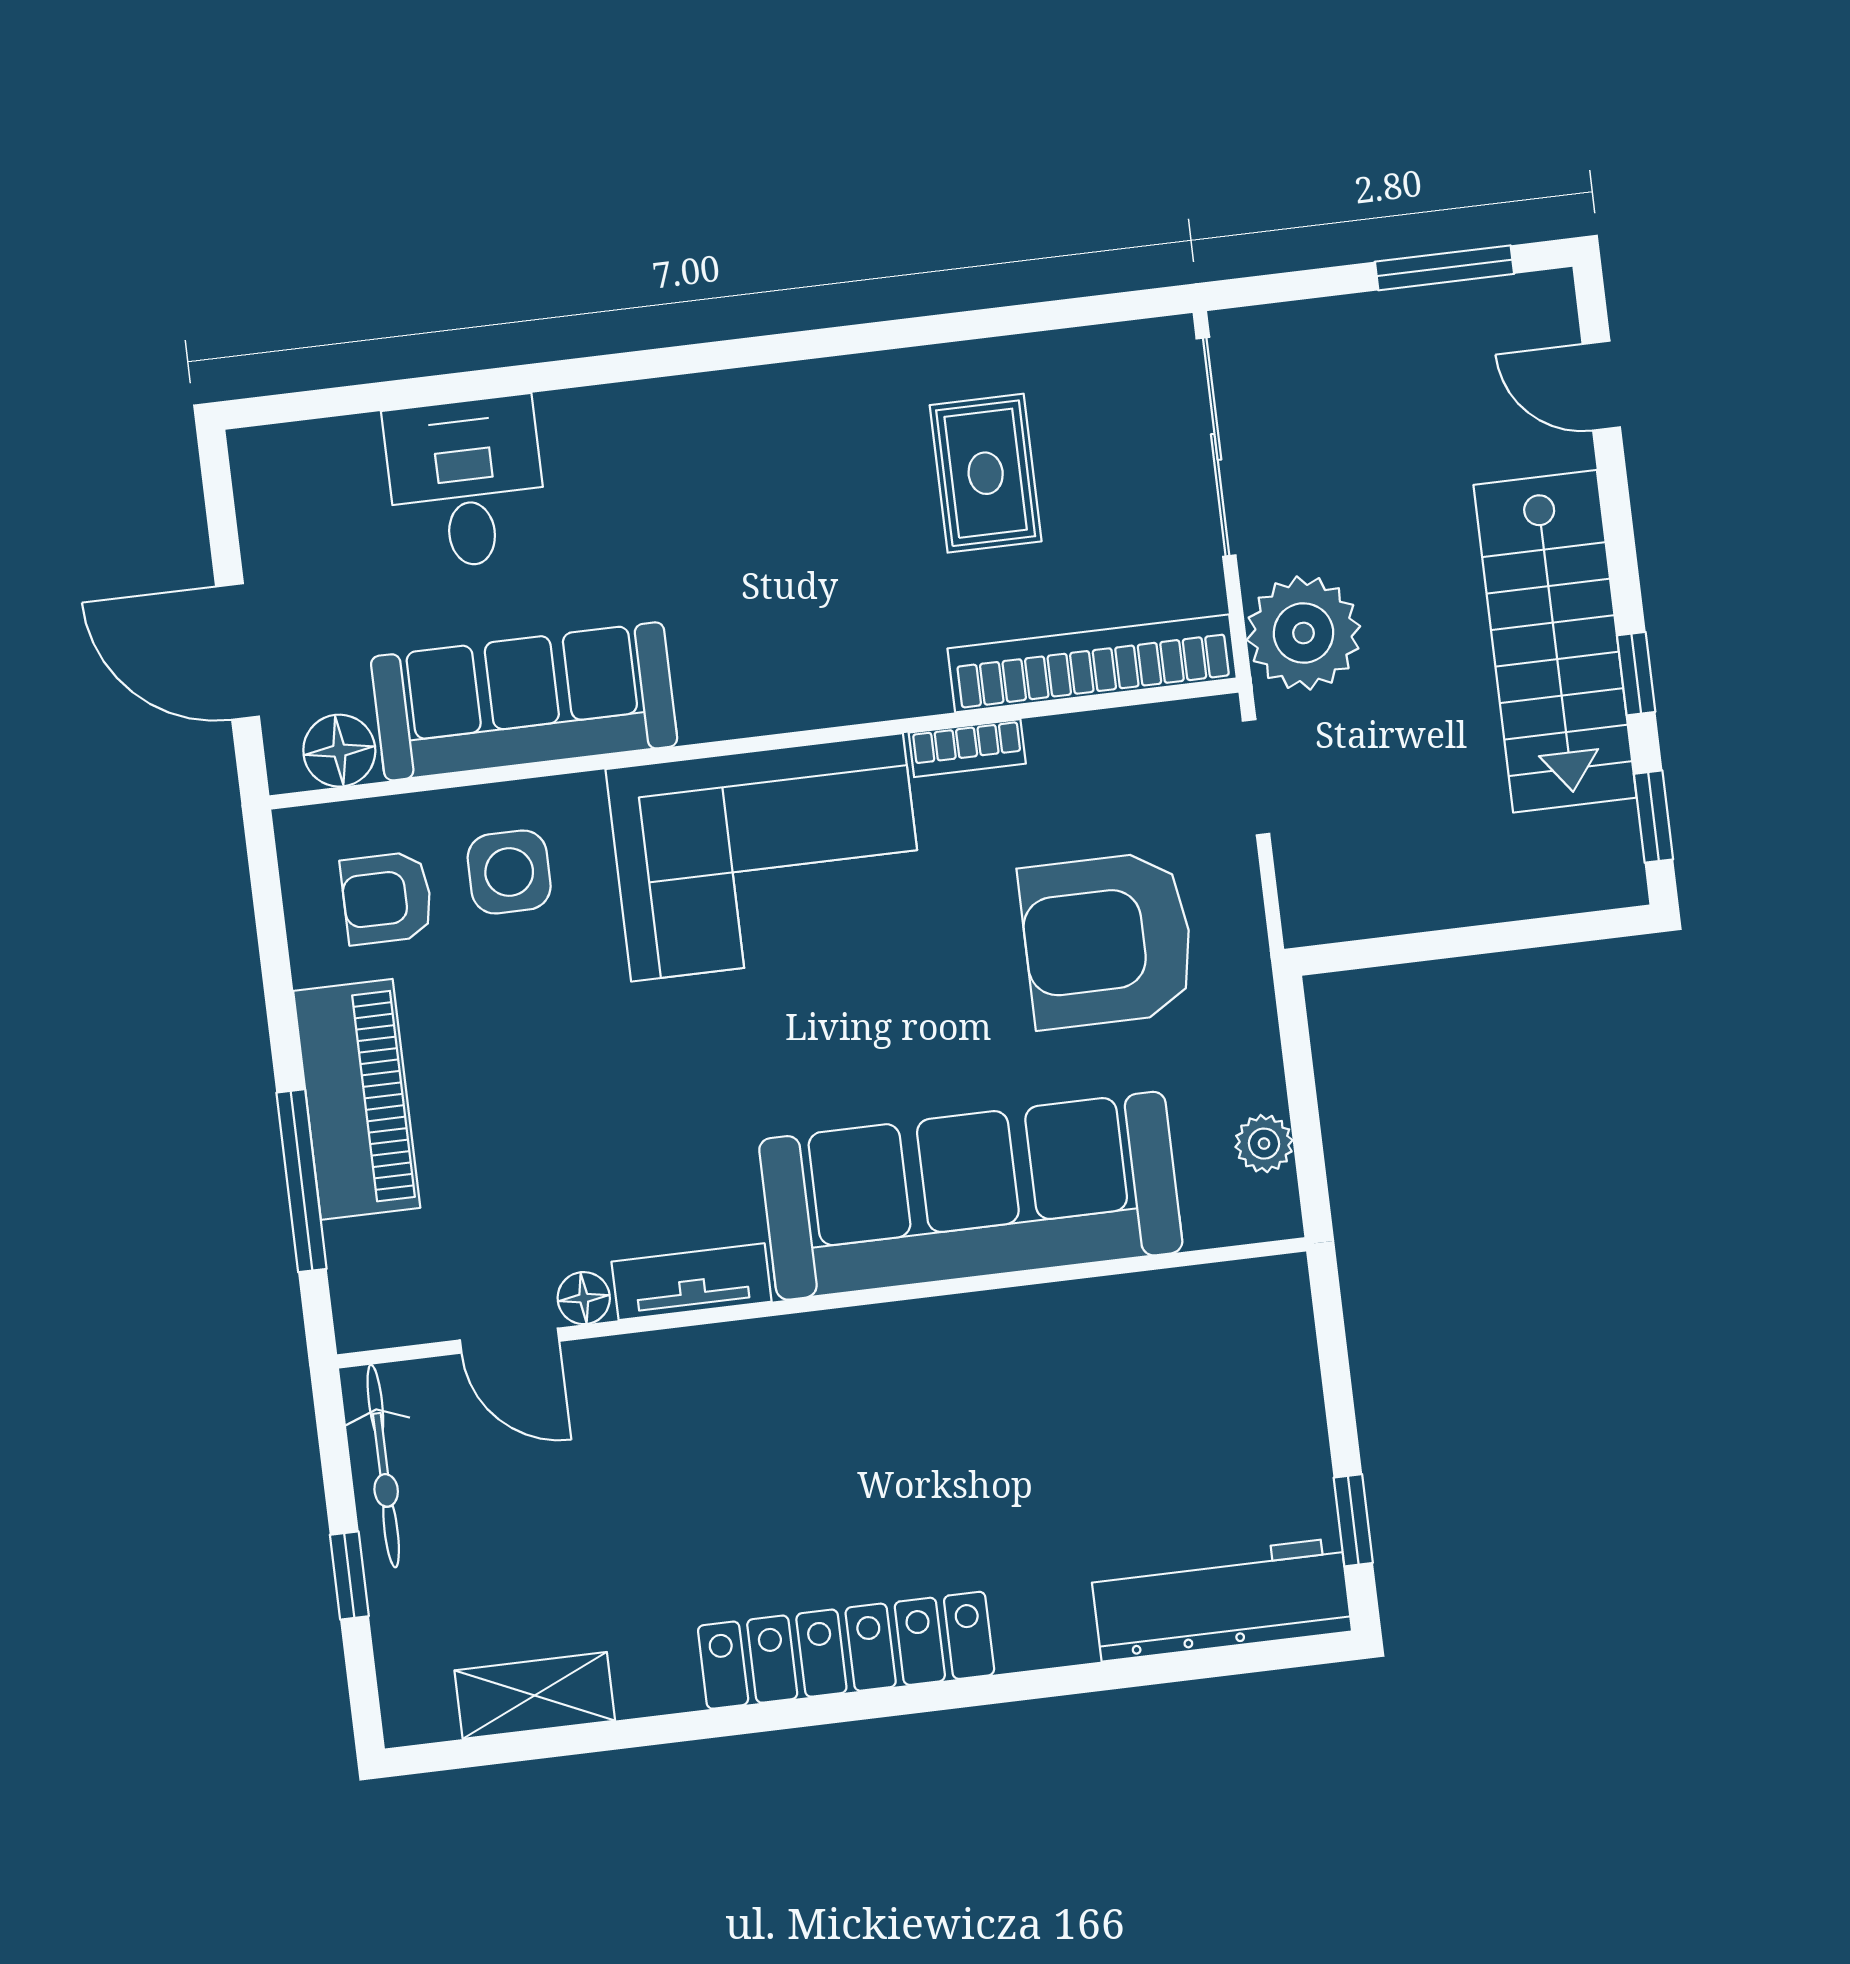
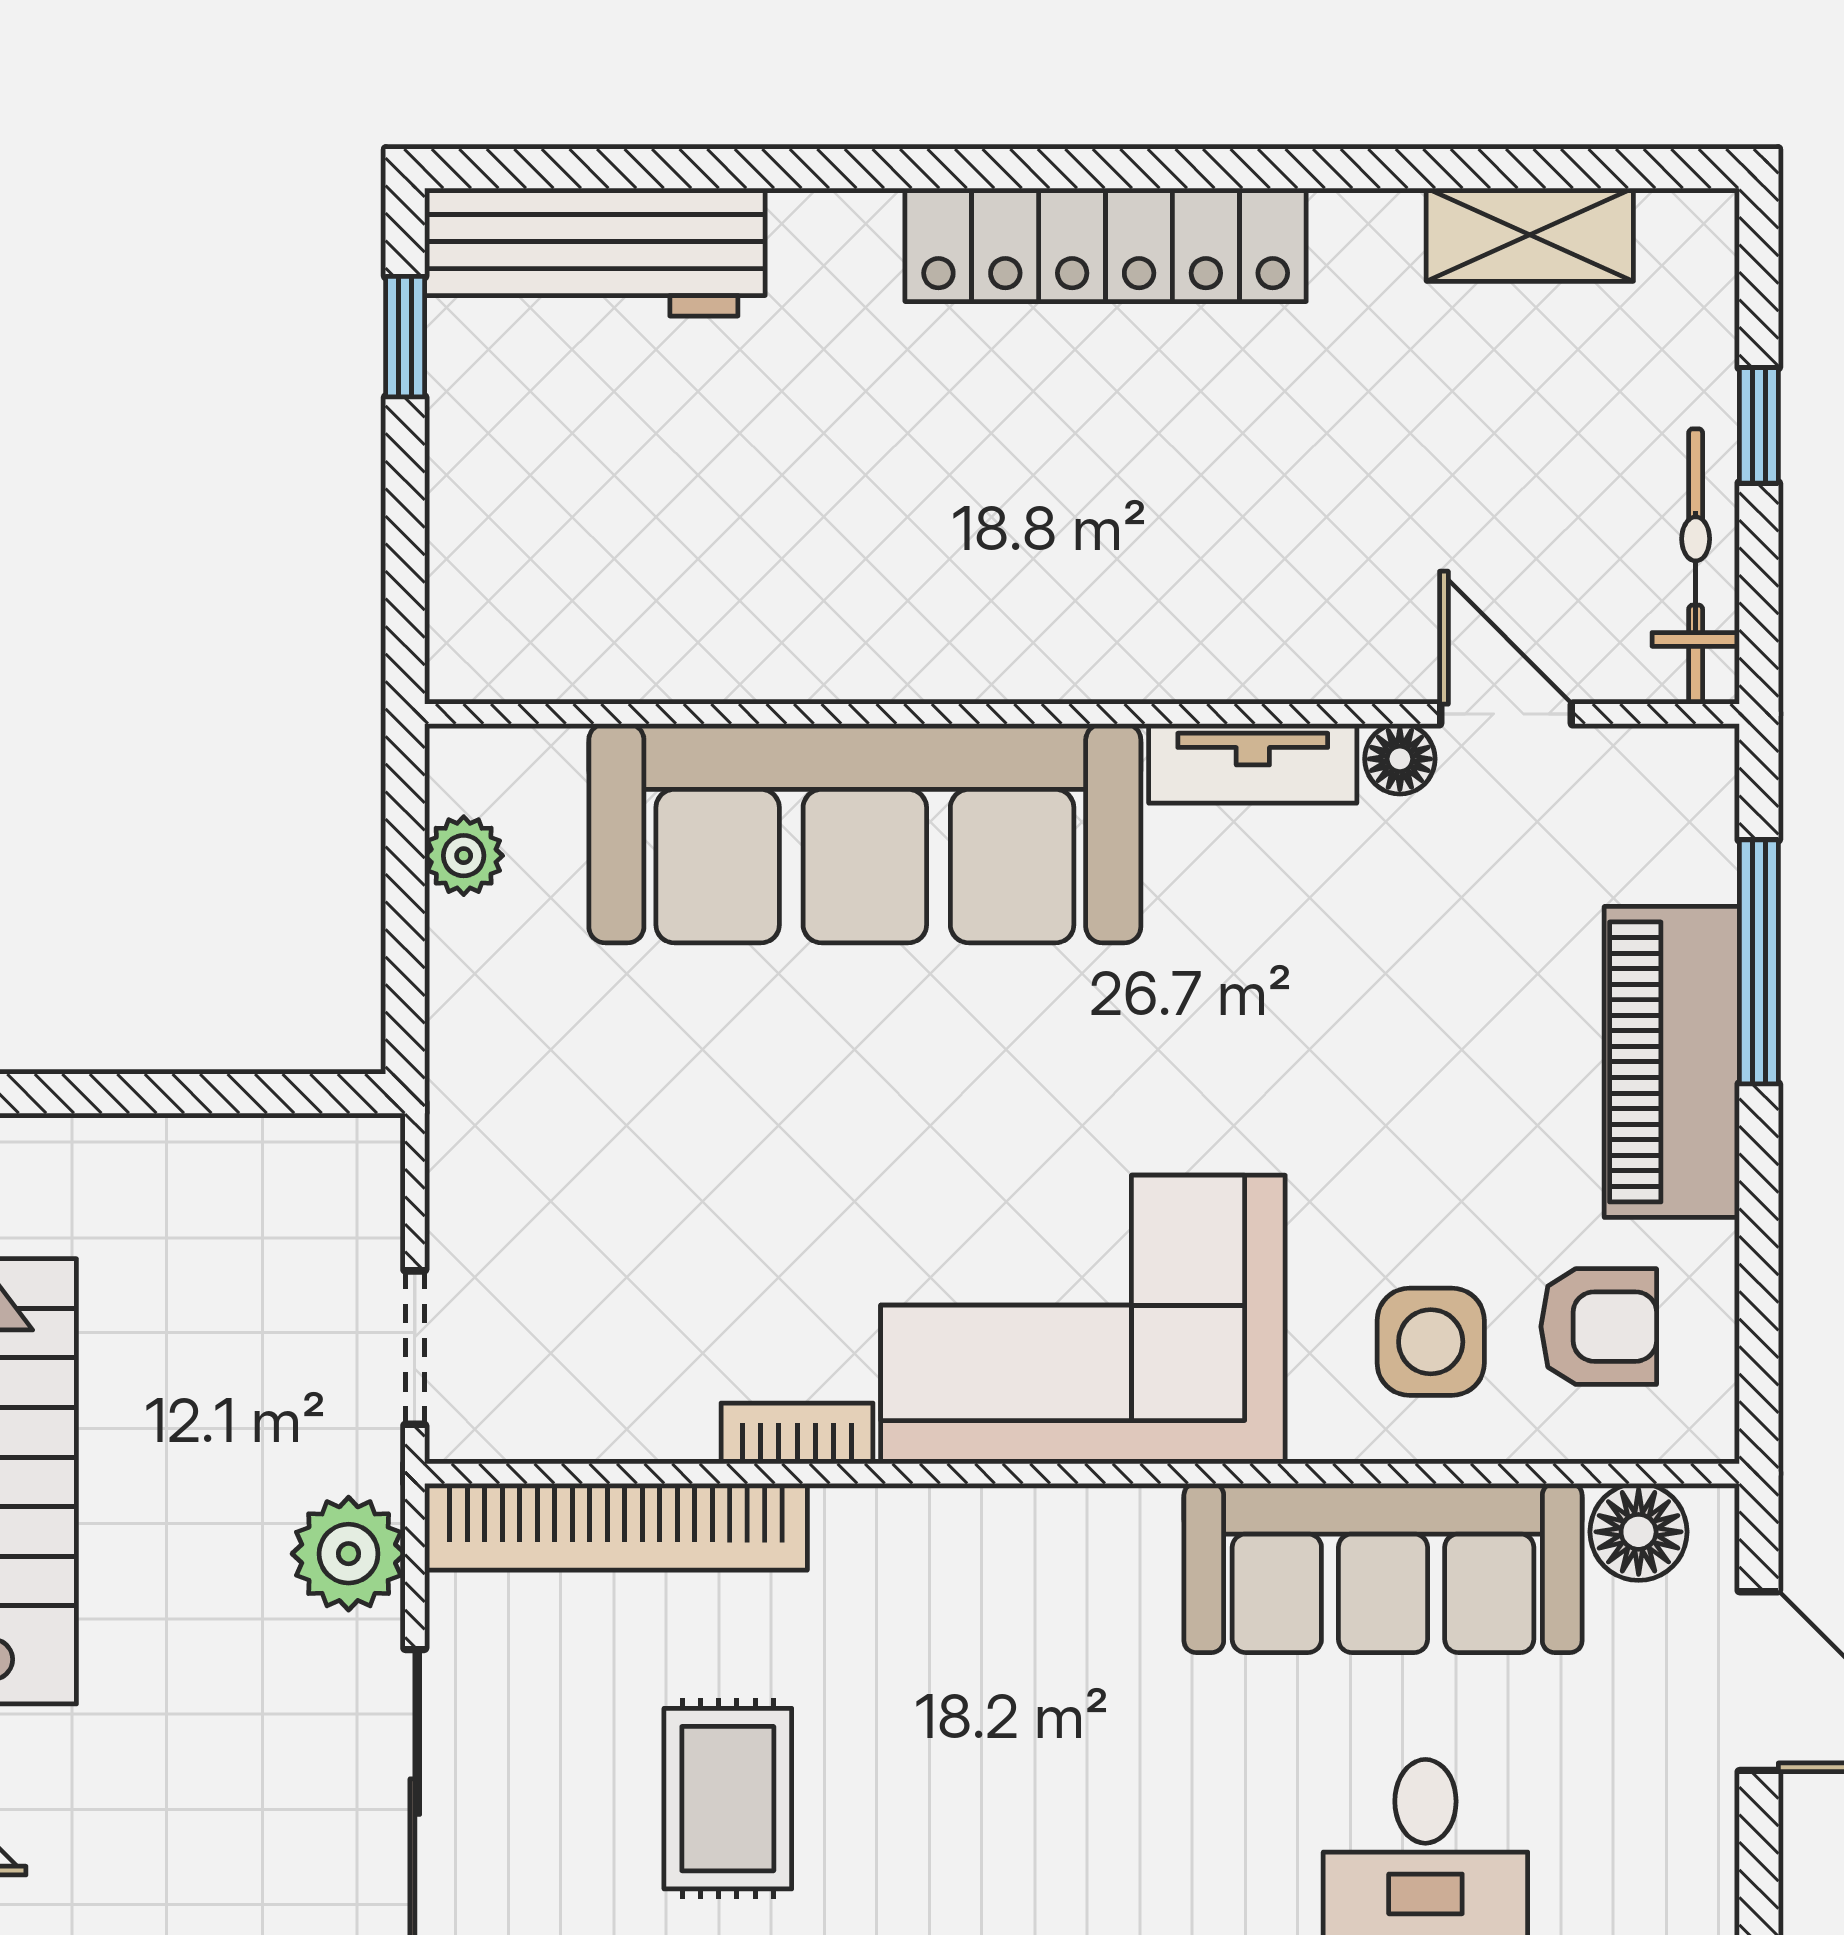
plant: (1304, 633) -> (349, 1554), width x0.73, depth x0.73
armchair: (1107, 940) -> (640, 1154), removed

